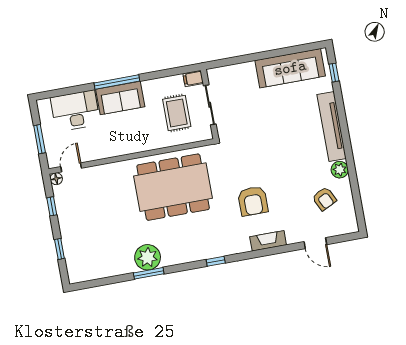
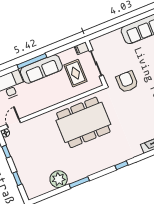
sofa: (120, 98) -> (41, 69), width x1.36
armchair: (253, 201) -> (127, 82), moved, turned 180
plant: (148, 257) -> (59, 179), moved

